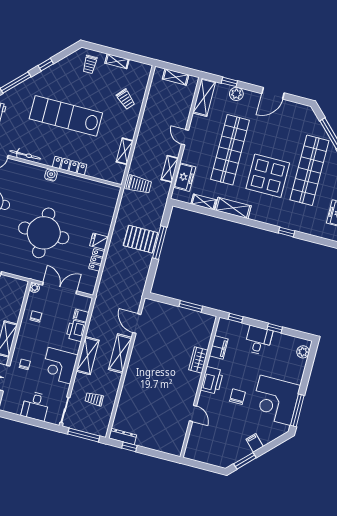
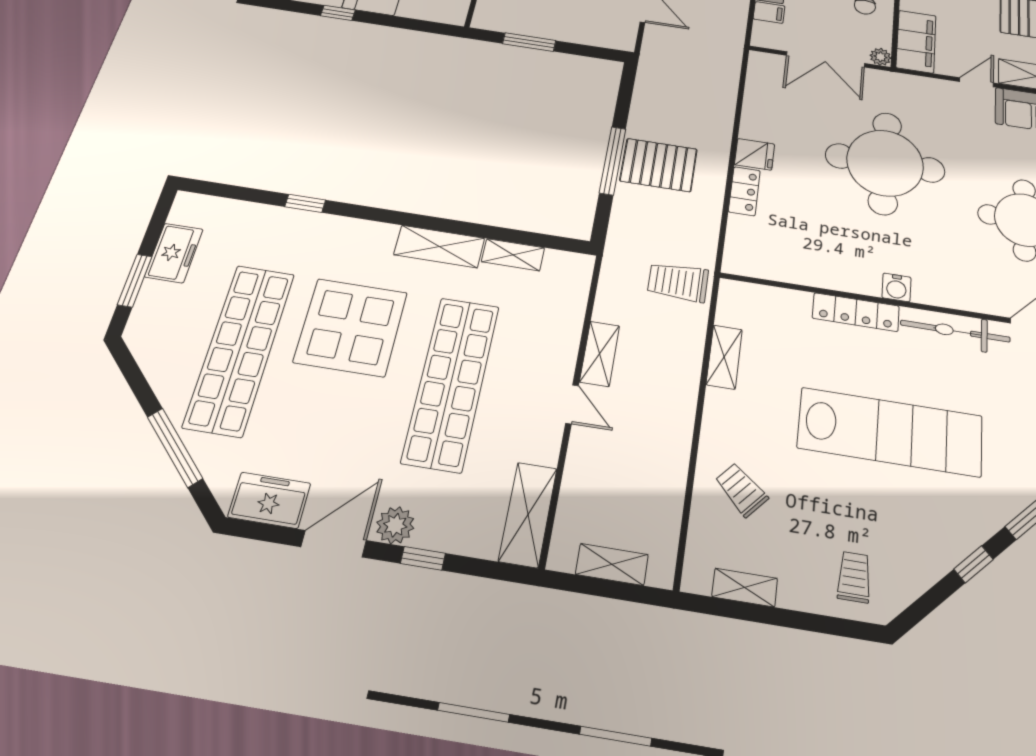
shelving: (117, 61) -> (745, 588), moved
window: (229, 82) -> (423, 558), moved
plant: (236, 94) -> (395, 525), moved
bicycle: (25, 155) -> (955, 331), width x1.37, depth x1.40
shelving: (170, 169) -> (600, 354), moved
freezer: (185, 177) -> (269, 500), moved, turned 90
locker: (97, 260) -> (744, 191), moved
filing cabinet: (16, 295) -> (916, 41), added
window: (236, 318) -> (427, 26), removed

